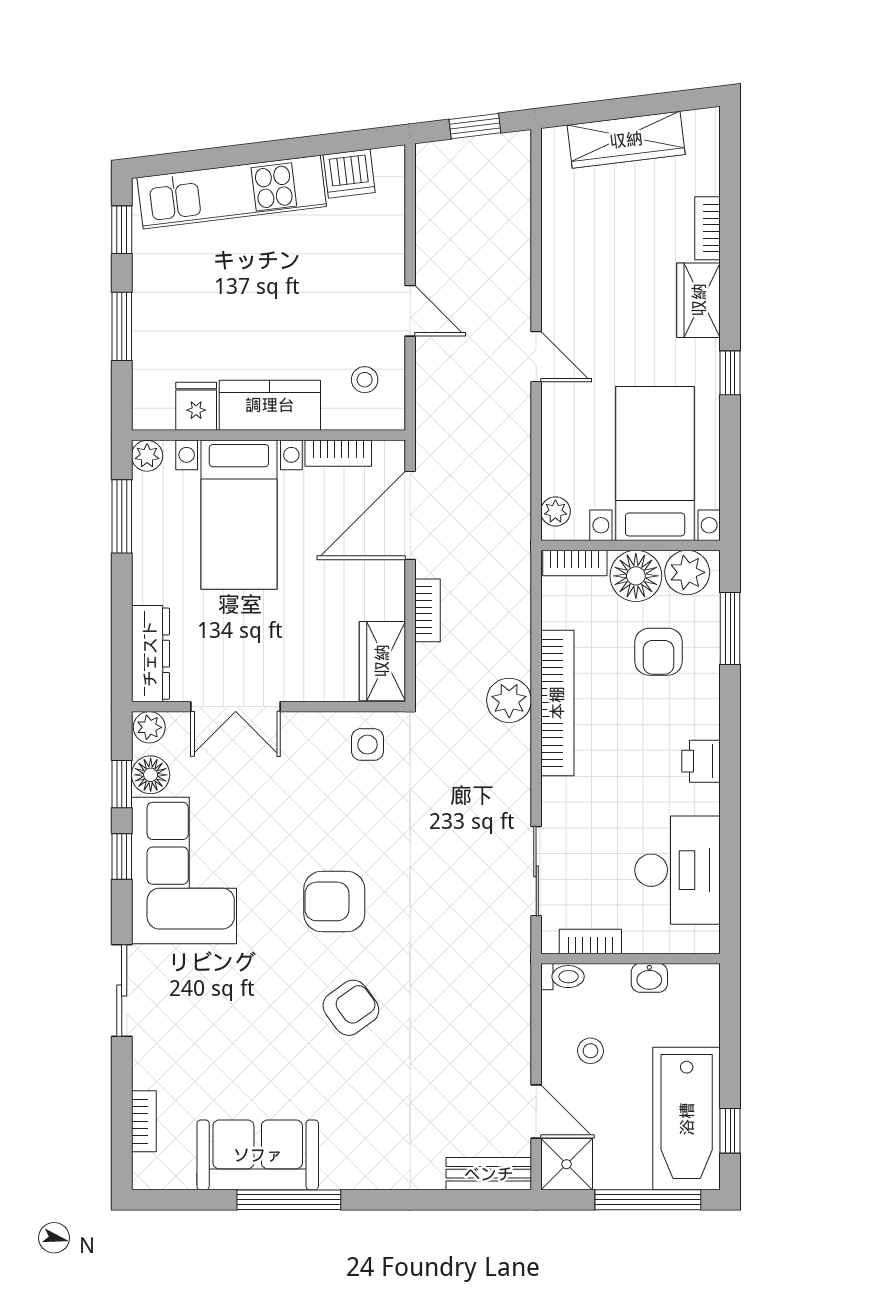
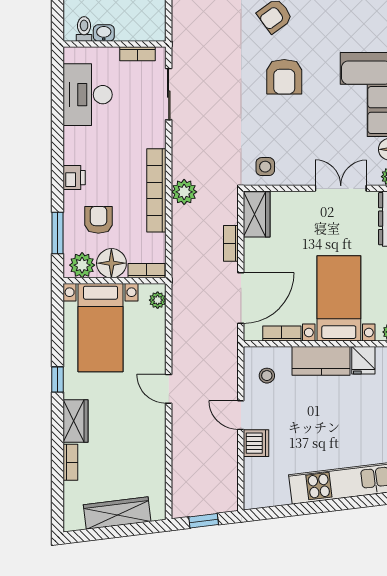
dishwasher: (349, 174) -> (256, 443), moved, turned 97
printer: (701, 761) -> (74, 178), moved
armchair: (334, 901) -> (284, 77), turned 90
toilet: (562, 977) -> (84, 29), moved, turned 90

